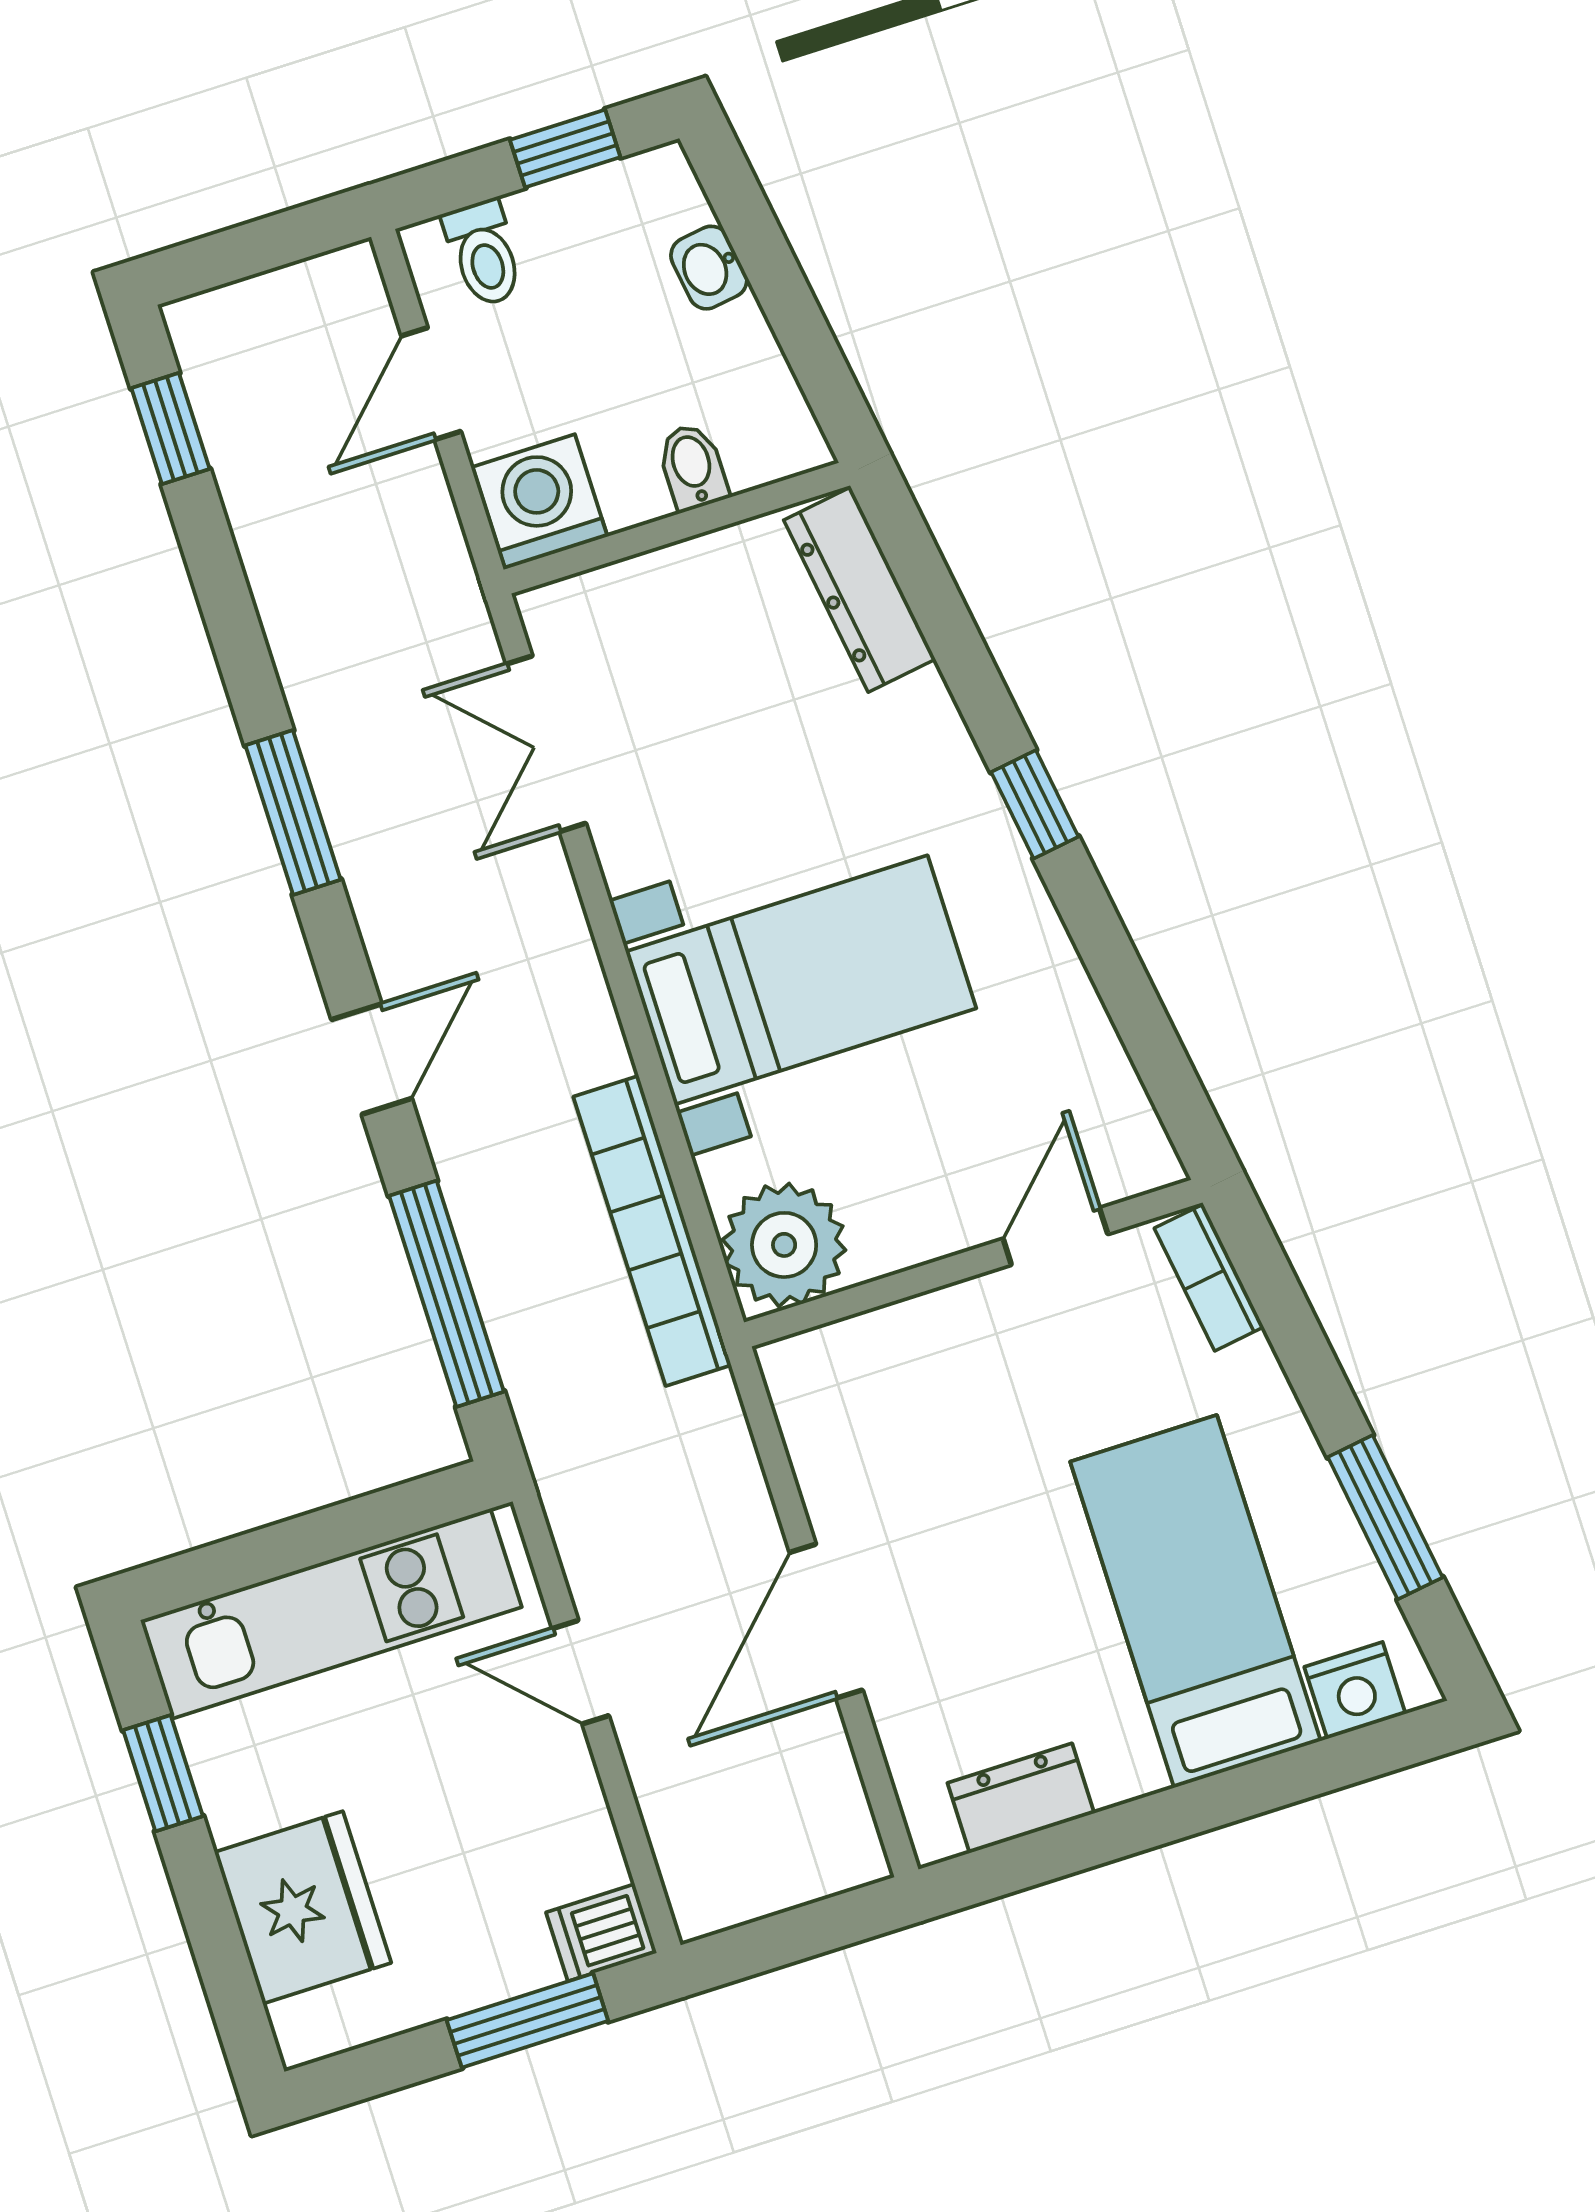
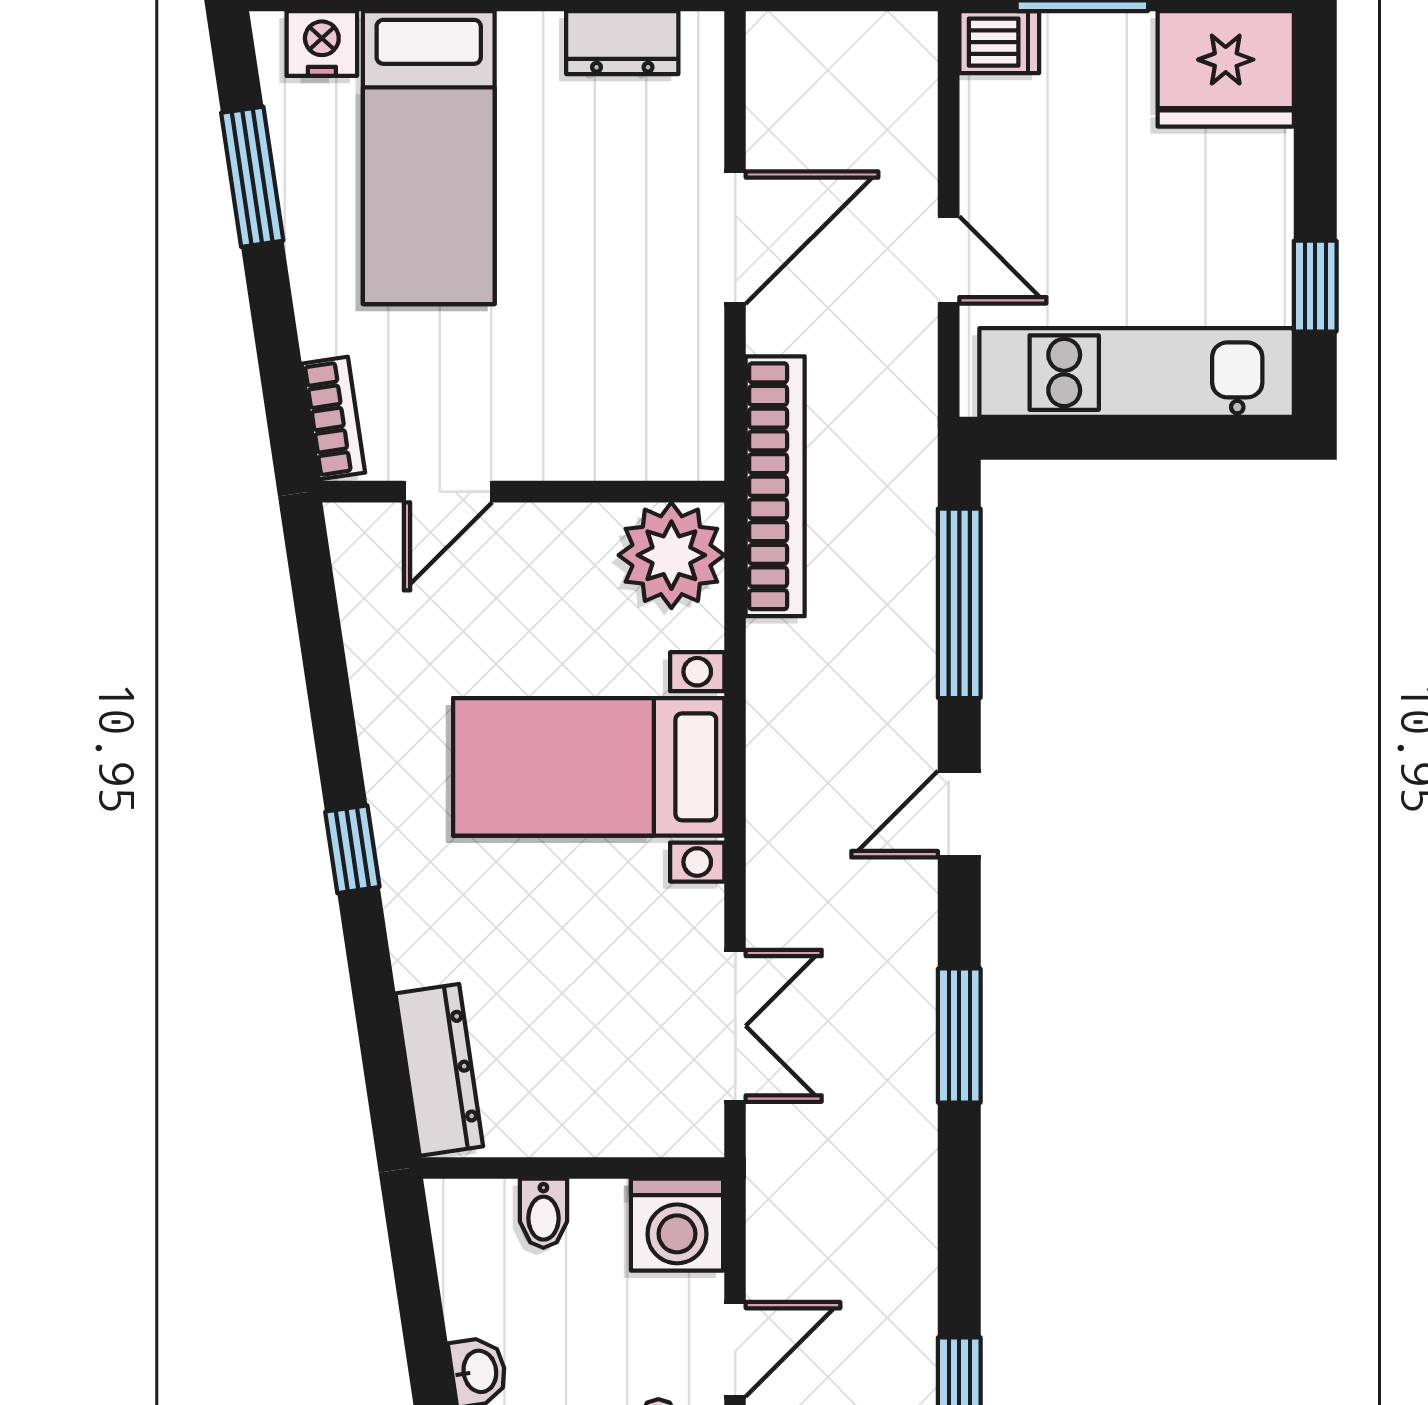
bookcase: (652, 1231) -> (775, 486), moved
fridge: (303, 1907) -> (1226, 69), moved, turned -90

